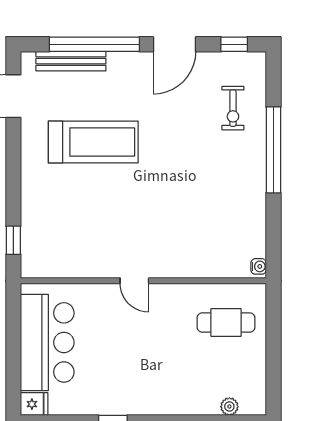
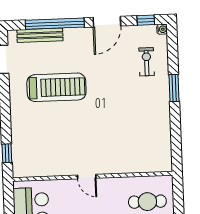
exercise bike: (233, 108) -> (147, 62), turned 180
window: (273, 150) -> (174, 88), width x0.47
water cooler: (259, 266) -> (162, 29), moved

